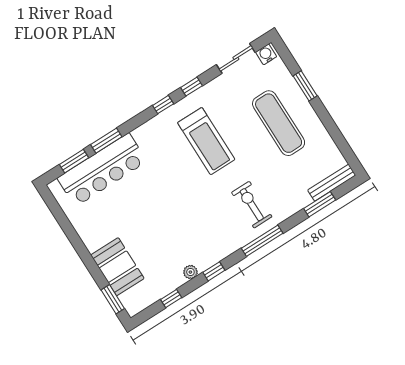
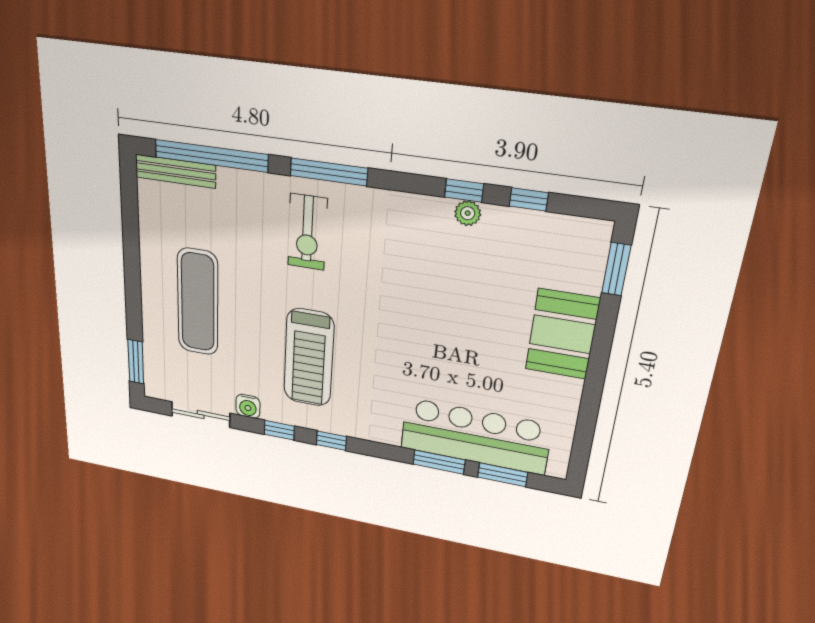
water cooler: (266, 54) -> (248, 406), moved
window: (305, 86) -> (136, 362), moved
treadmill: (206, 141) -> (309, 358), turned 180
window: (320, 204) -> (211, 156), width x2.11
booth: (117, 267) -> (562, 334), moved
window: (214, 271) -> (464, 191), moved

